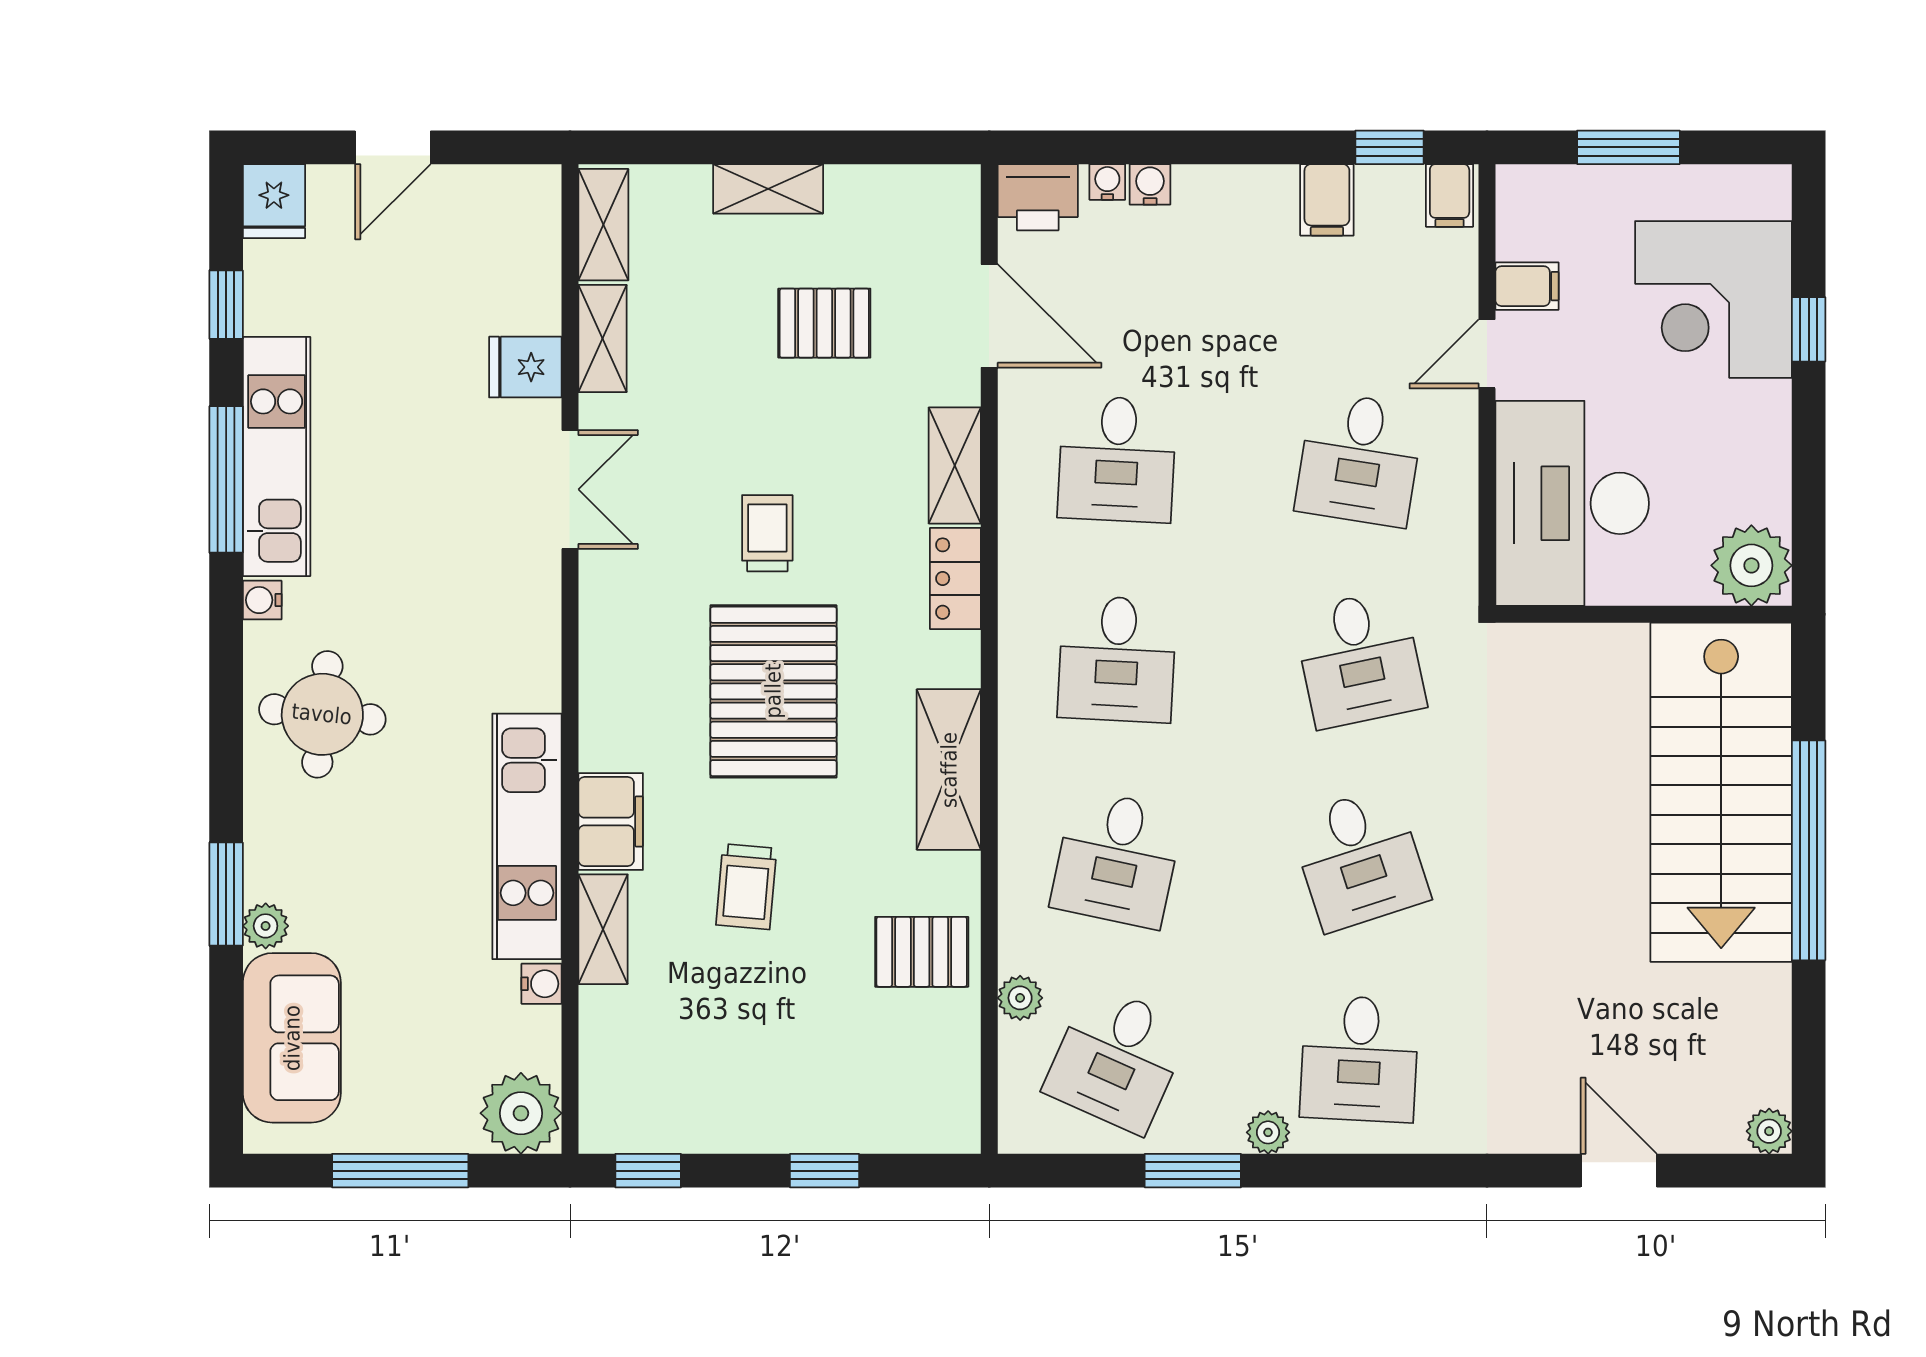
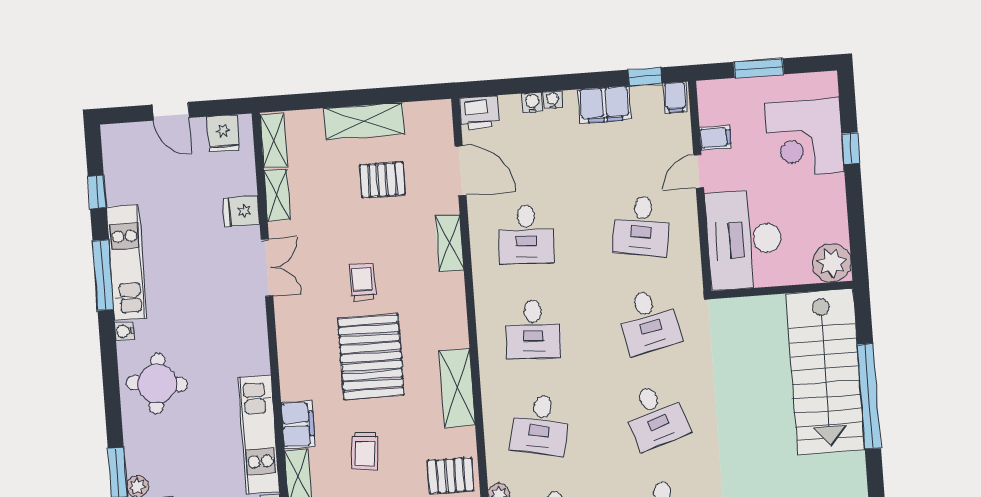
door: (393, 147) -> (171, 111), hinge flipped
water cooler: (1107, 182) -> (553, 100), moved
shelving: (768, 189) -> (364, 121), width x1.50, depth x1.33
filing cabinet: (1327, 200) -> (604, 105), width x2.00
fridge: (274, 201) -> (223, 133), moved
locker: (955, 579) -> (454, 297), removed

